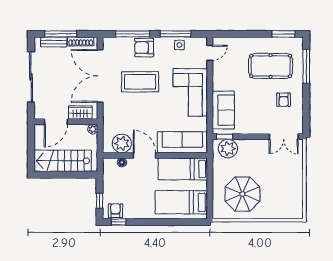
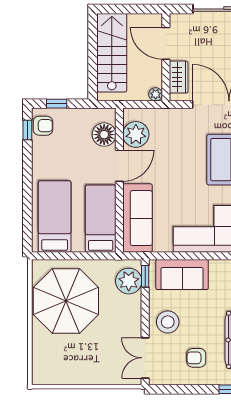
stool: (258, 120) -> (168, 322), added
floor lamp: (122, 162) -> (104, 135), width x1.89, depth x1.89
parasol: (242, 194) -> (66, 301), width x1.36, depth x1.36

